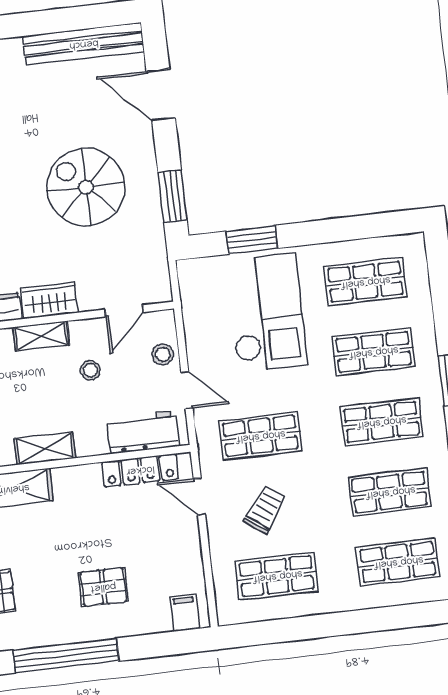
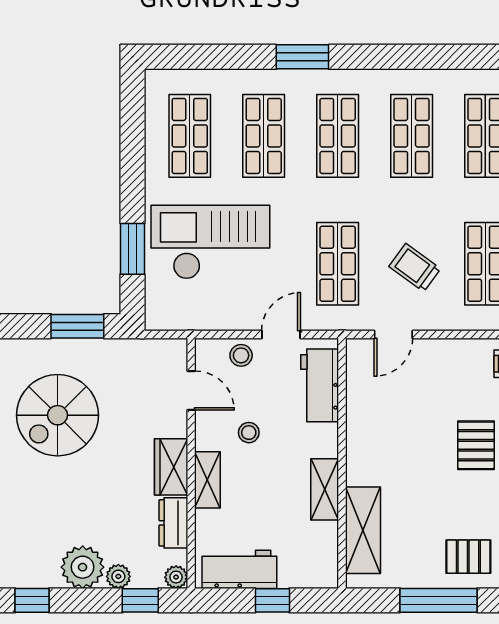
locker: (140, 470) -> (359, 393), removed

